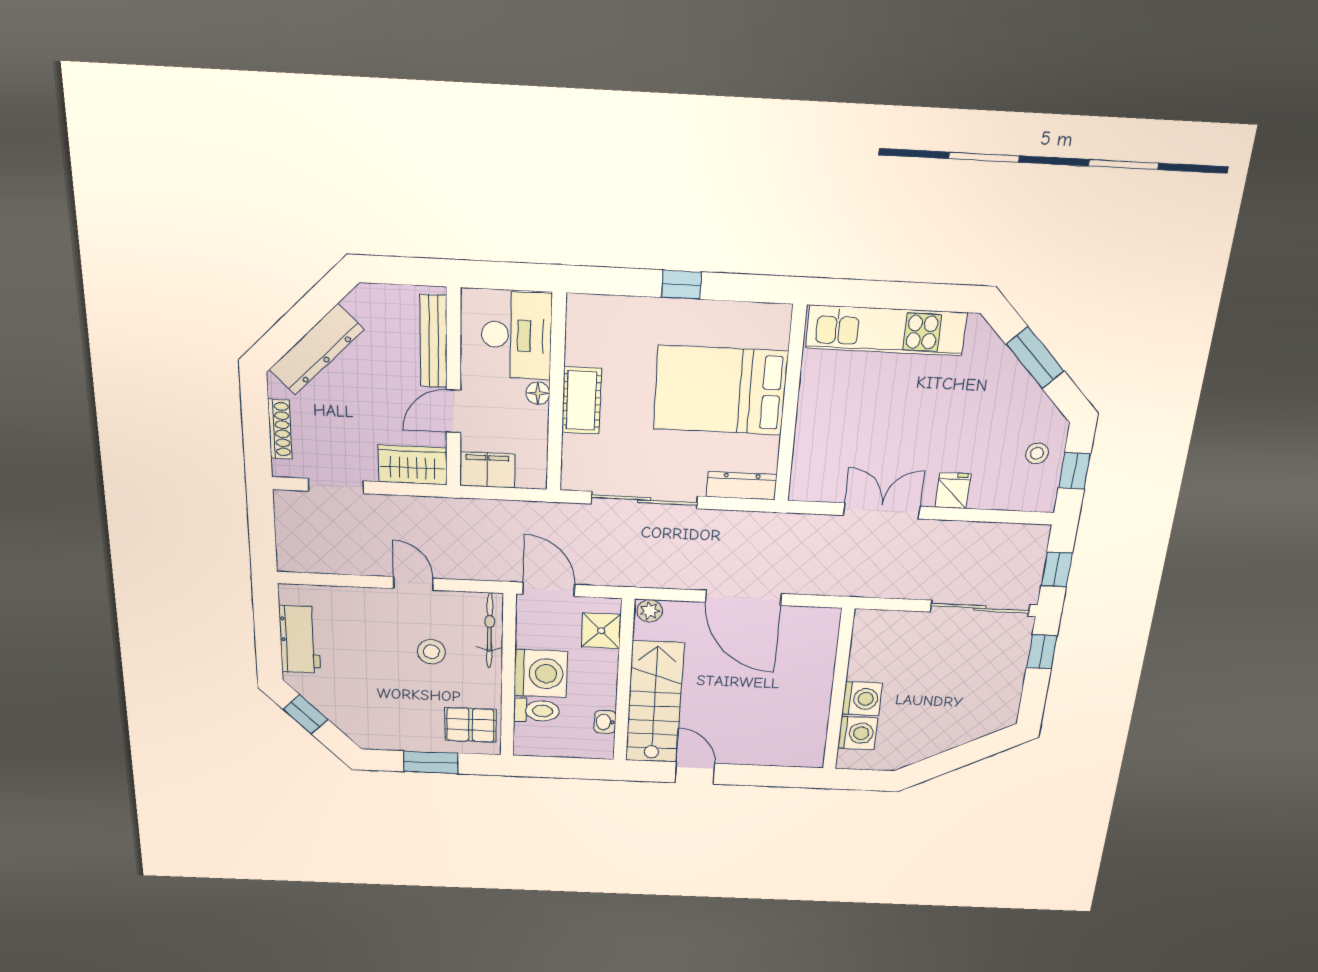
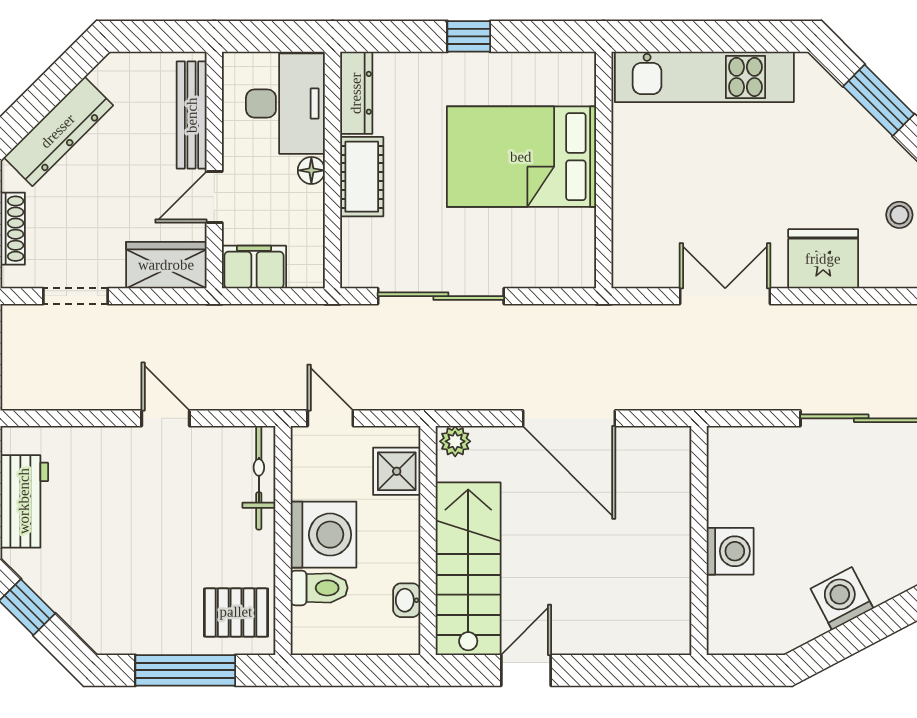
dresser: (741, 486) -> (356, 93), moved, turned 90
fridge: (953, 491) -> (823, 259), width x1.88, depth x1.34
door: (549, 589) -> (330, 418), width x0.73
stool: (431, 652) -> (187, 511), removed
washing machine: (858, 733) -> (842, 599), moved, turned -118
window: (431, 762) -> (185, 670), width x1.44
door: (695, 773) -> (526, 670), hinge flipped

